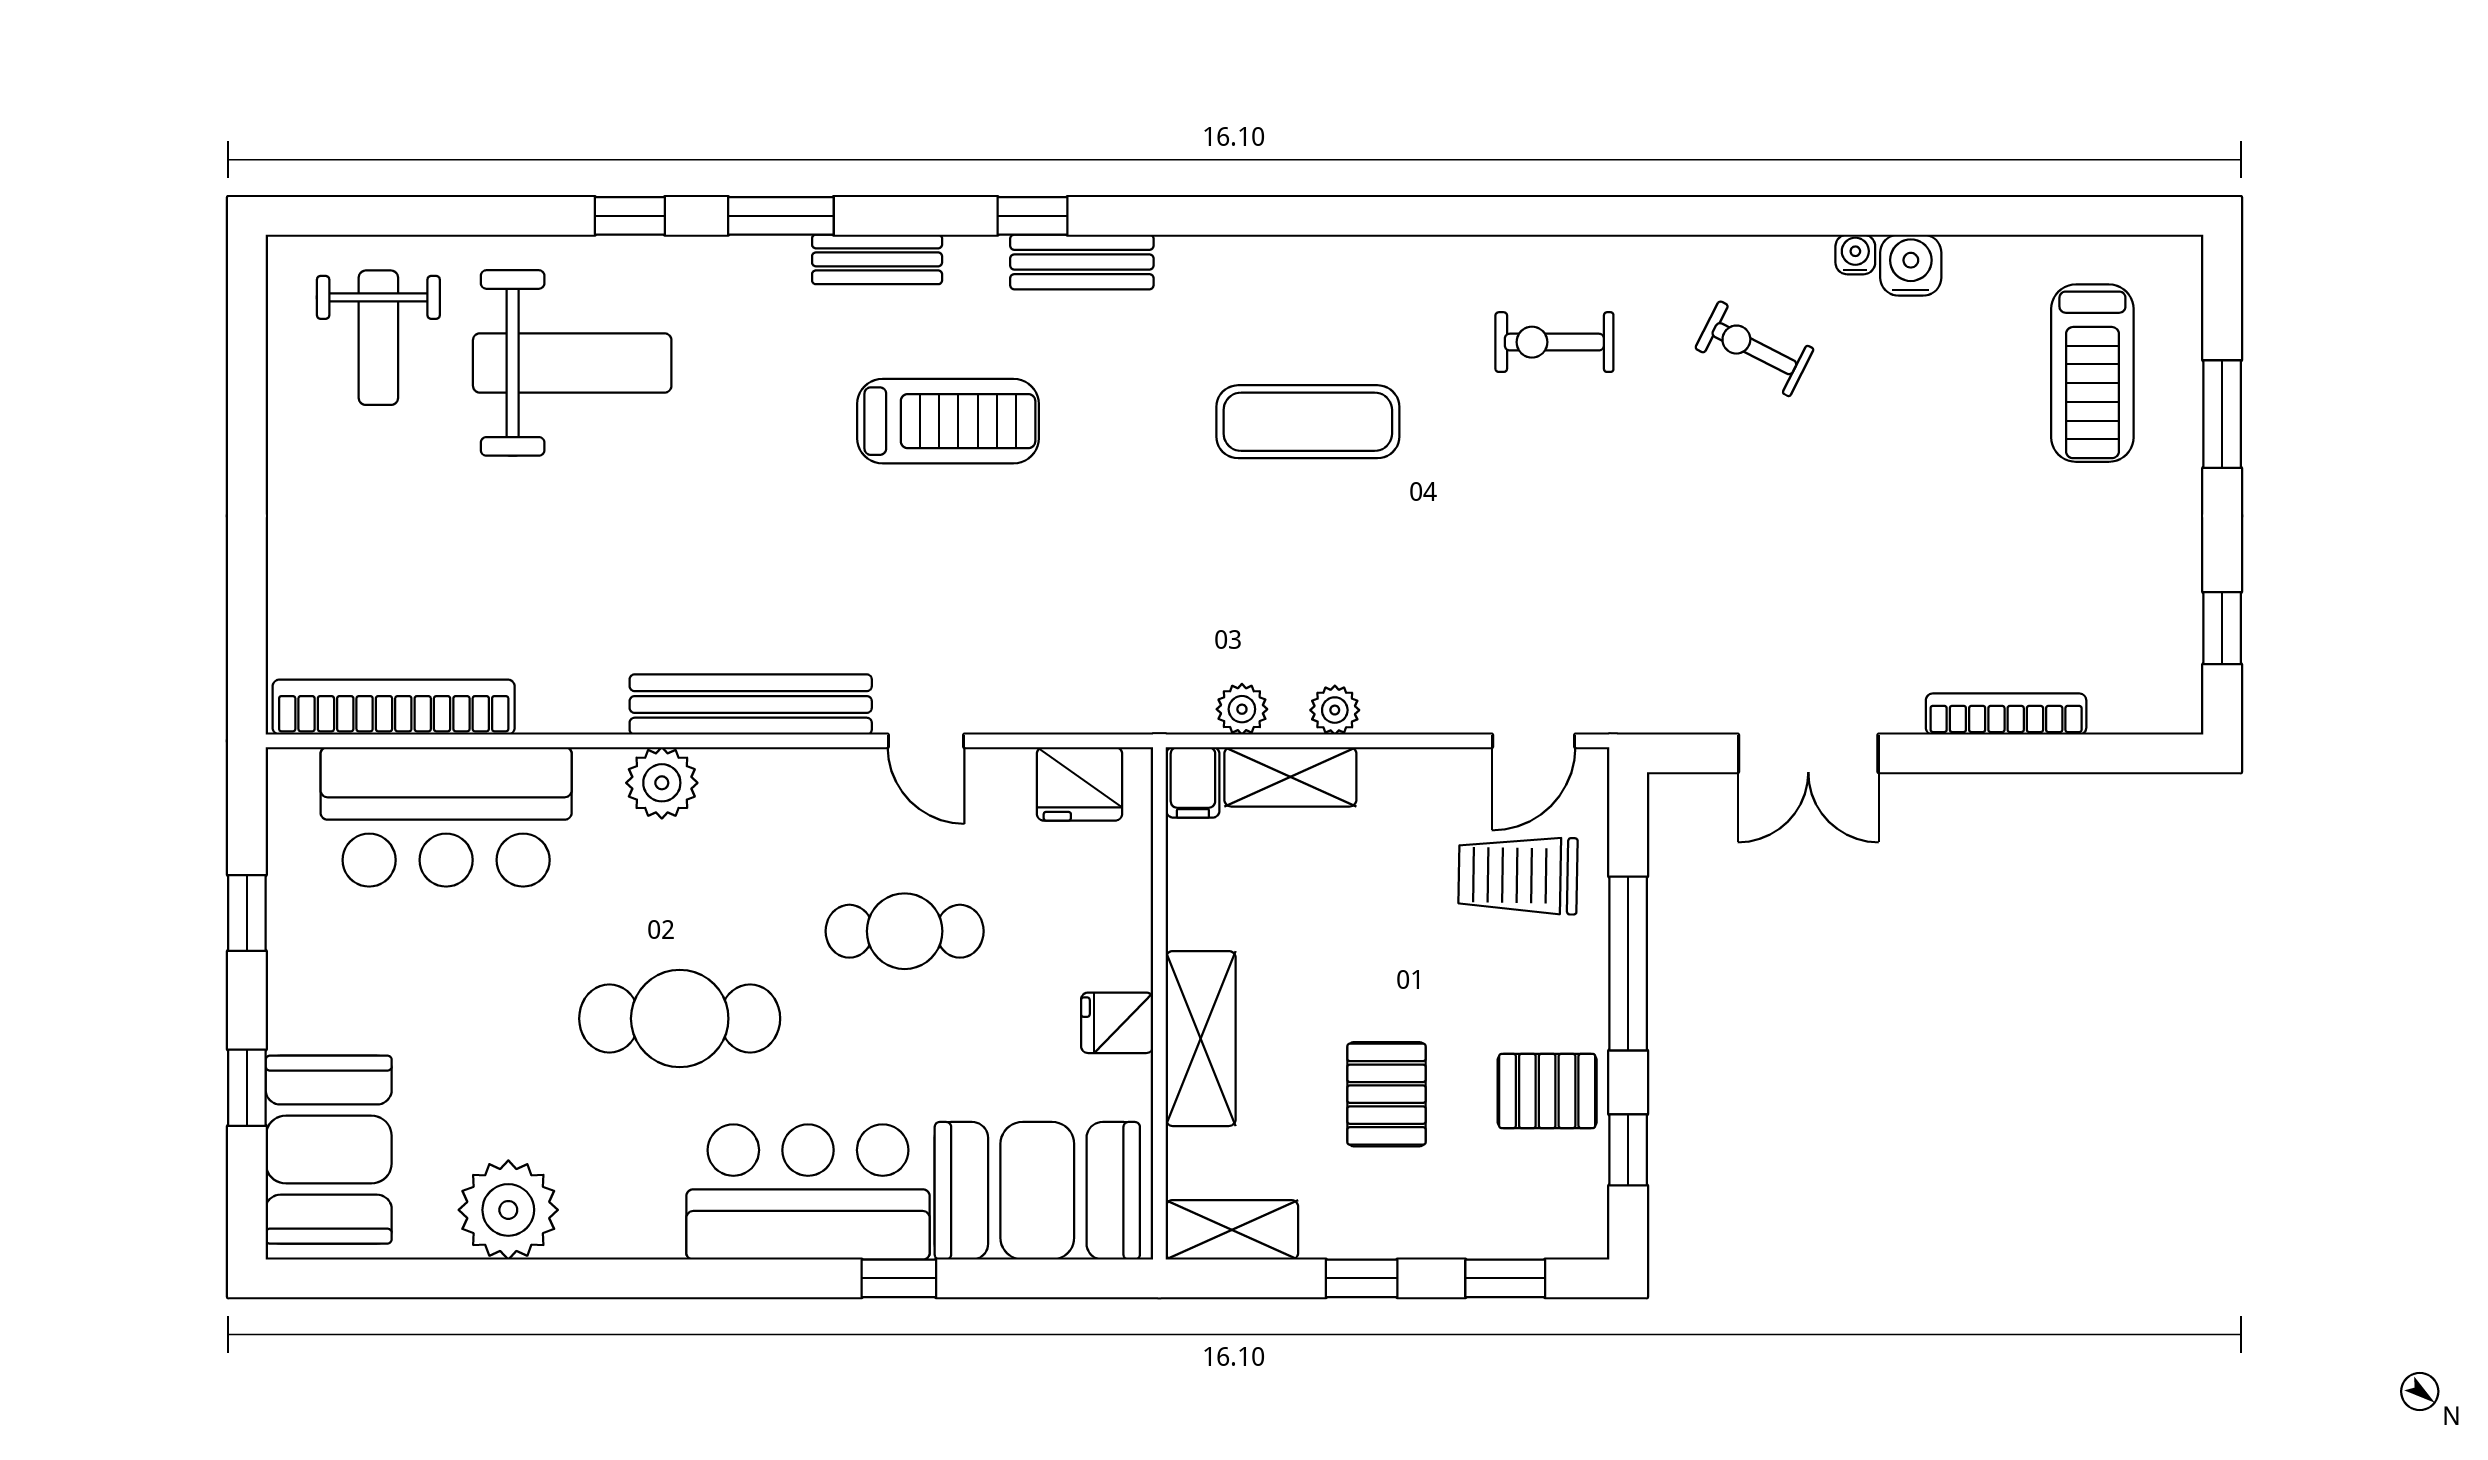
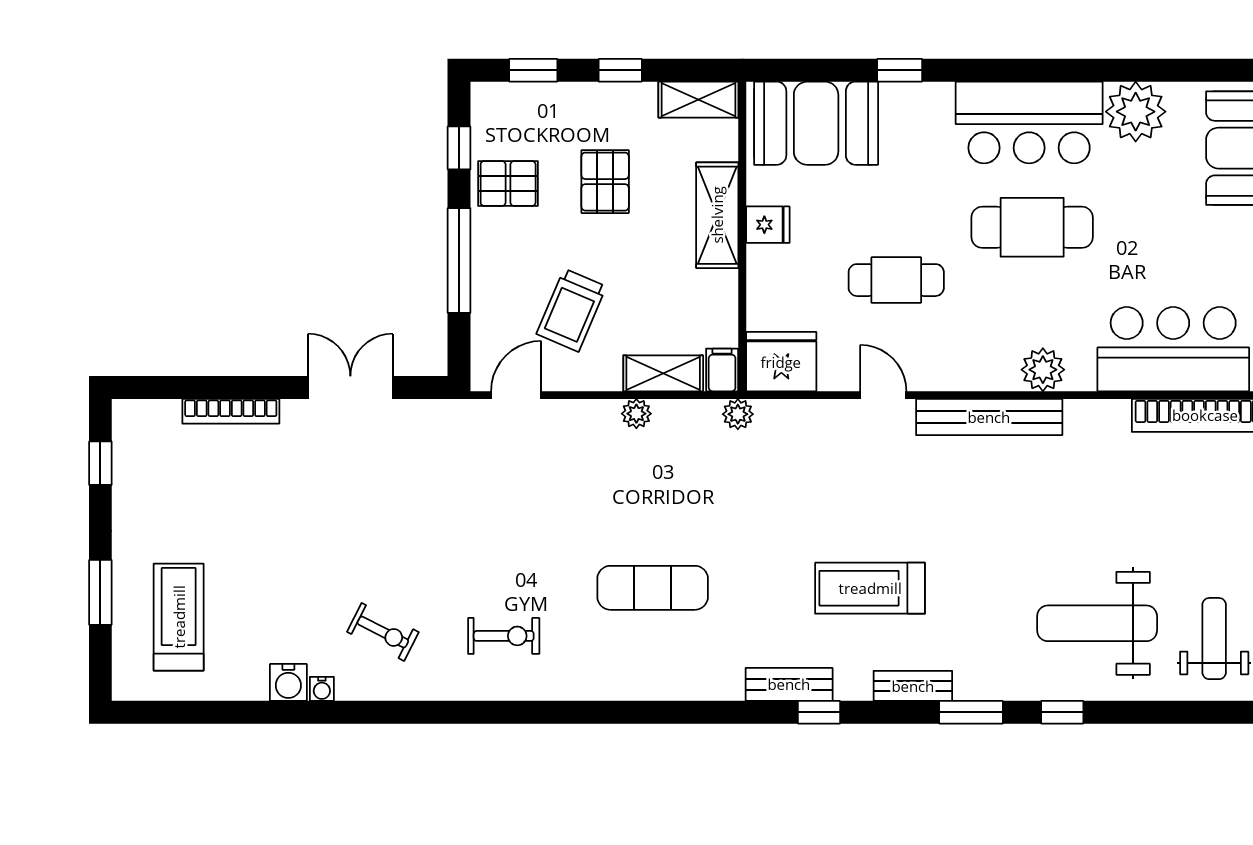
plant: (1242, 709) -> (738, 414), moved
fridge: (1079, 784) -> (781, 362), width x1.36, depth x1.34
trolley: (1518, 875) -> (571, 310), moved, turned 112
bar counter: (808, 1192) -> (1029, 122), moved

